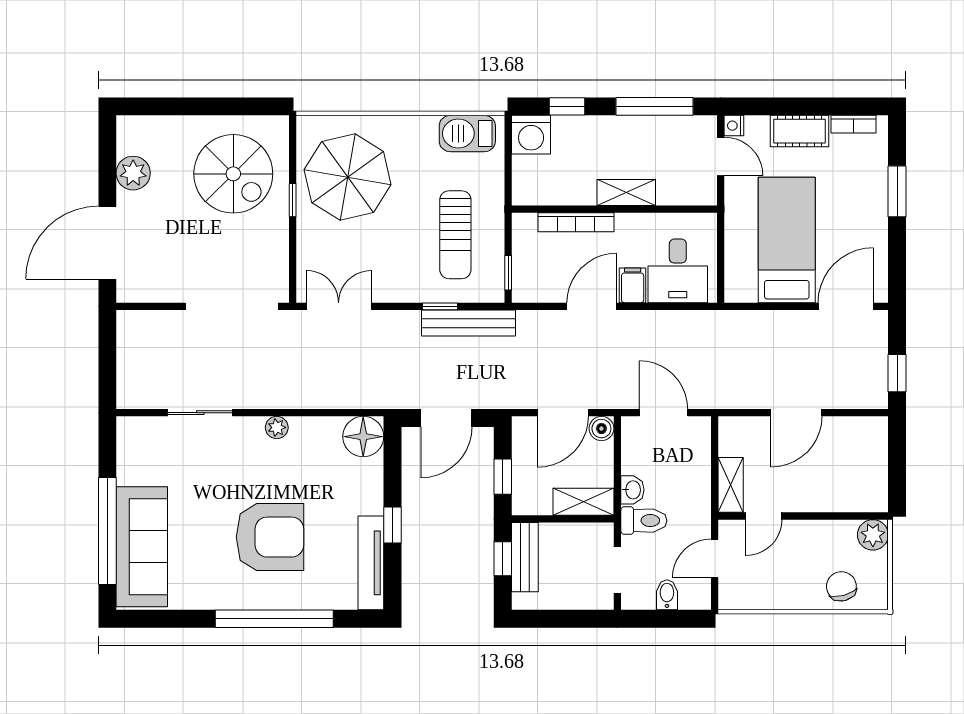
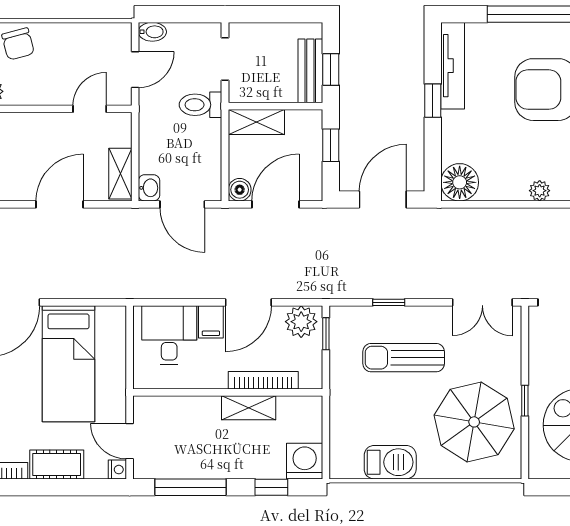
barbecue: (467, 134) -> (390, 462), moved
shelving: (626, 192) -> (249, 408), moved
sun lounger: (455, 235) -> (404, 358), moved, turned -90
plant: (535, 286) -> (301, 322), added
bench: (469, 323) -> (362, 287), removed
shelving: (731, 485) -> (120, 174), moved
washbasin: (632, 490) -> (149, 188), moved, turned 180
bidet: (667, 595) -> (152, 32), moved, turned -90

